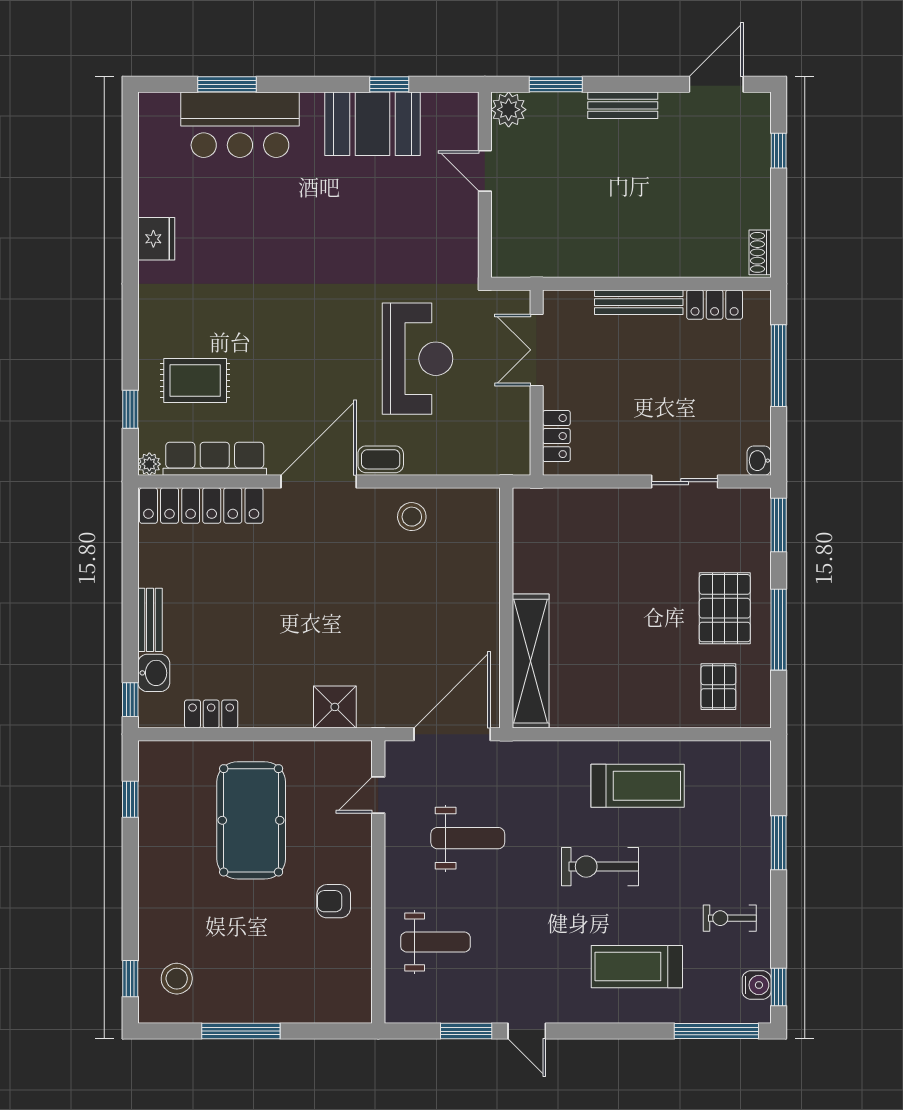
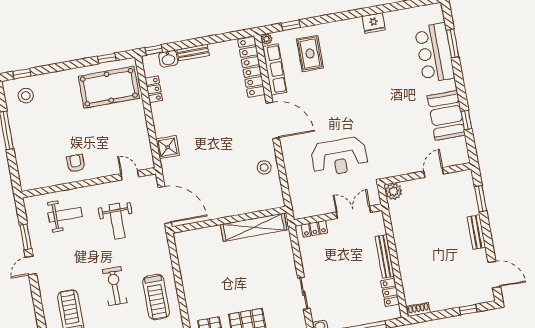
plant: (509, 110) -> (394, 191), moved
coffee table: (381, 459) -> (288, 148), removed
shelving: (531, 661) -> (254, 227), moved
pool table: (251, 820) -> (109, 87), moved
weight bench: (435, 942) -> (65, 215), turned -90

